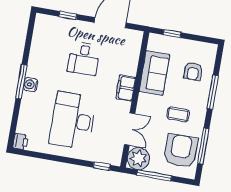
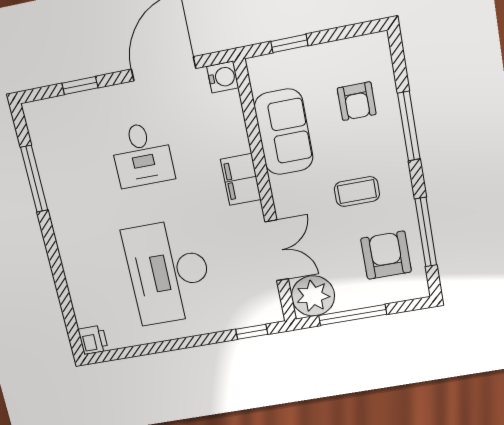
window: (21, 82) -> (34, 179), moved
water cooler: (31, 85) -> (223, 77), moved, turned 180
armchair: (181, 151) -> (386, 255), width x0.73, depth x0.73

